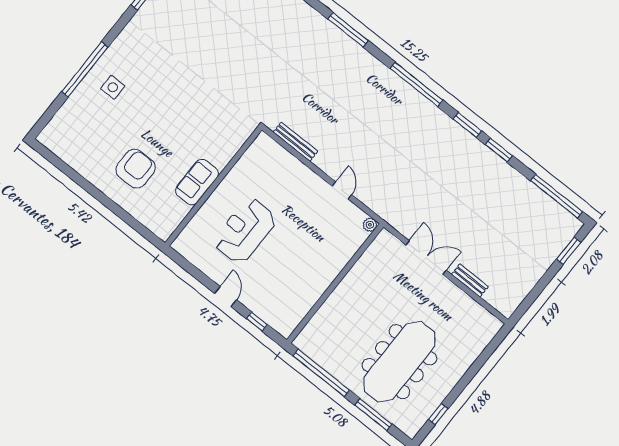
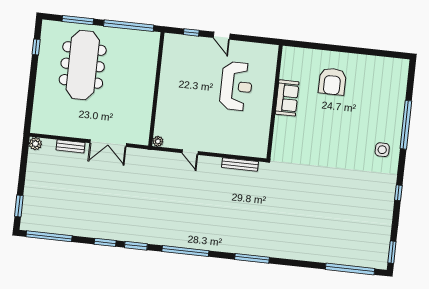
side table: (113, 87) -> (382, 150), moved
plant: (507, 308) -> (35, 144), added

